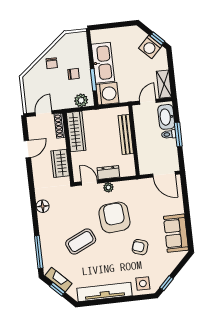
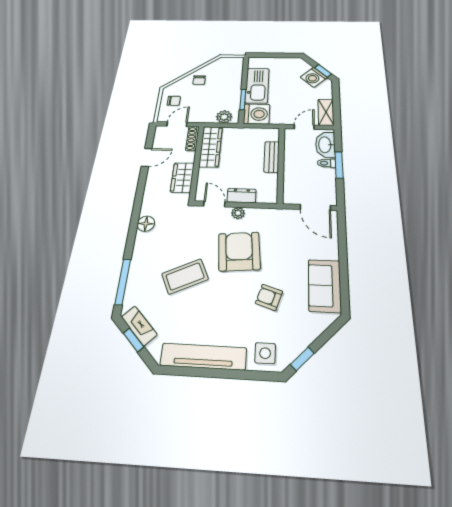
chair: (74, 74) -> (174, 101), moved
bench: (126, 134) -> (272, 157), width x0.73

